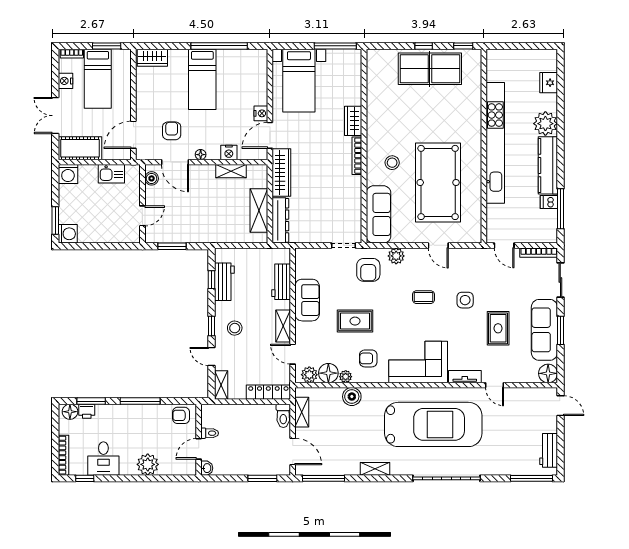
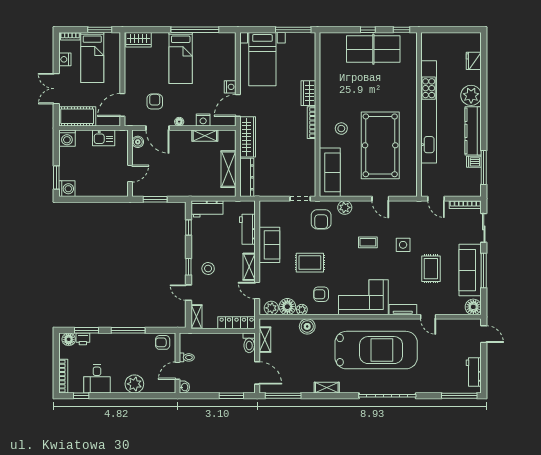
workbench: (224, 282) -> (207, 209), moved, turned 90
window: (560, 330) -> (484, 271), width x1.44

